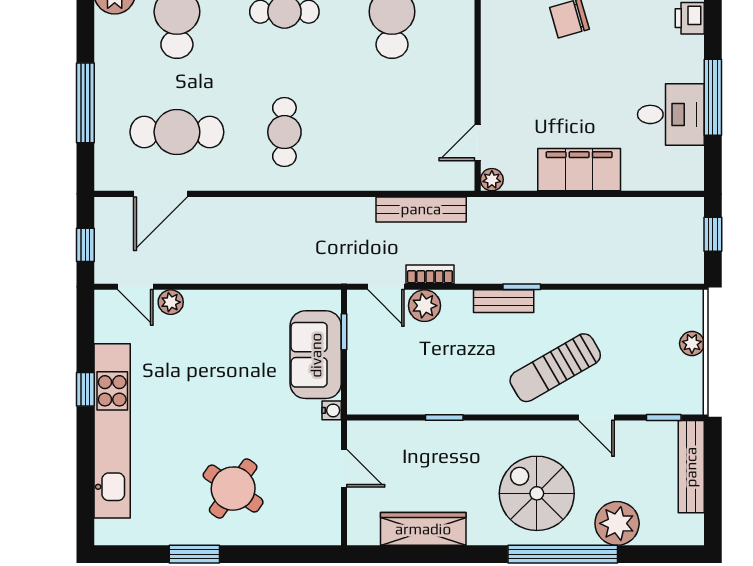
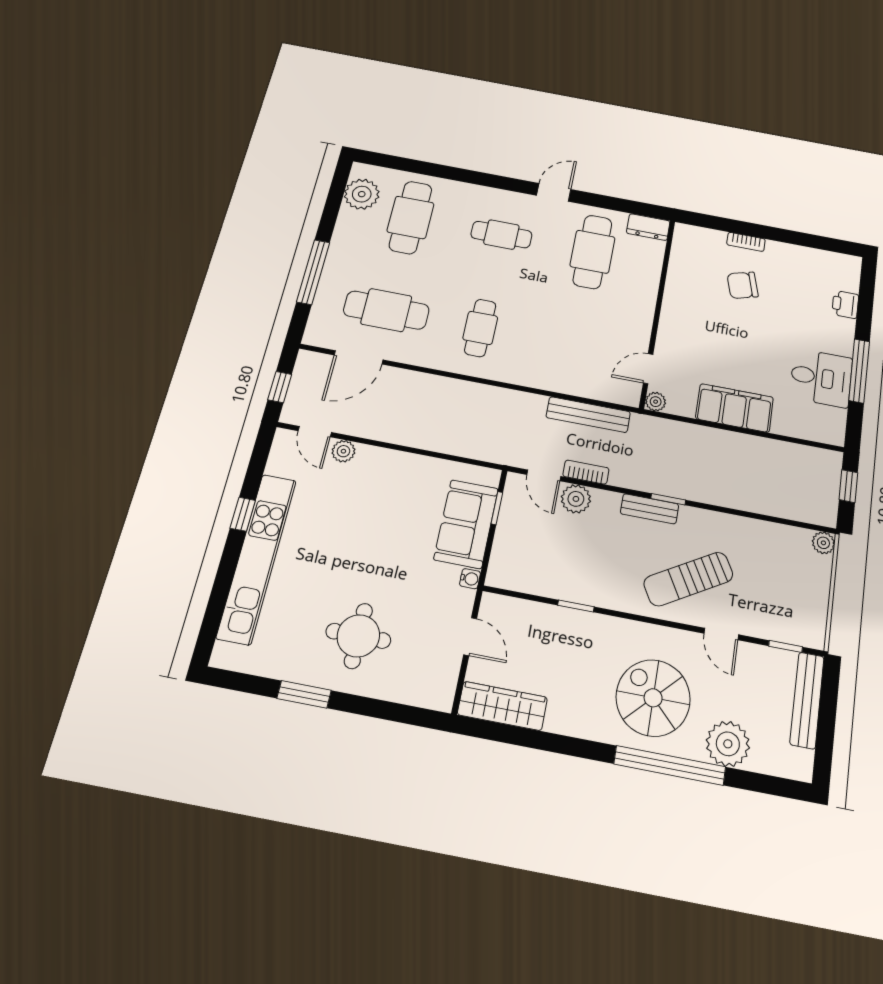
plant: (692, 344) -> (823, 543), moved
round table: (233, 489) -> (358, 636), turned -35
wardrobe: (423, 529) -> (502, 706), moved

